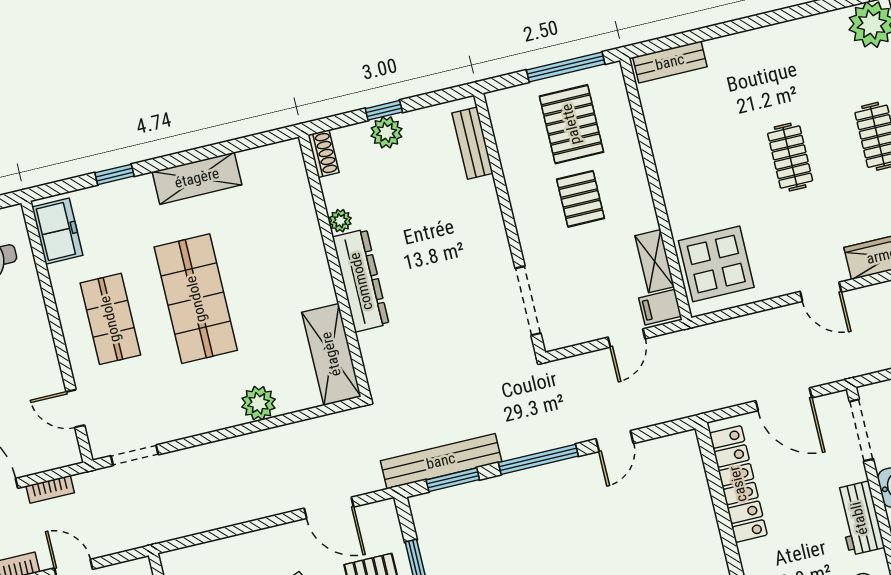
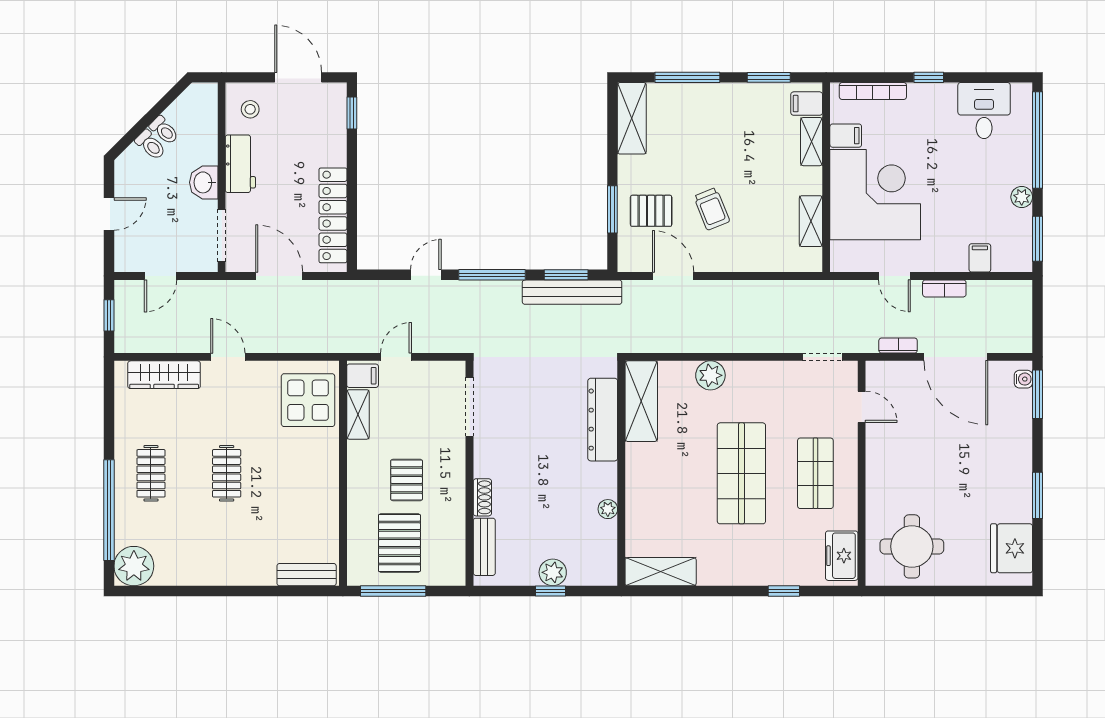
shoe rack: (323, 154) -> (482, 497), moved, turned 180
shelving: (197, 178) -> (661, 572), moved
dresser: (361, 281) -> (603, 420), moved

